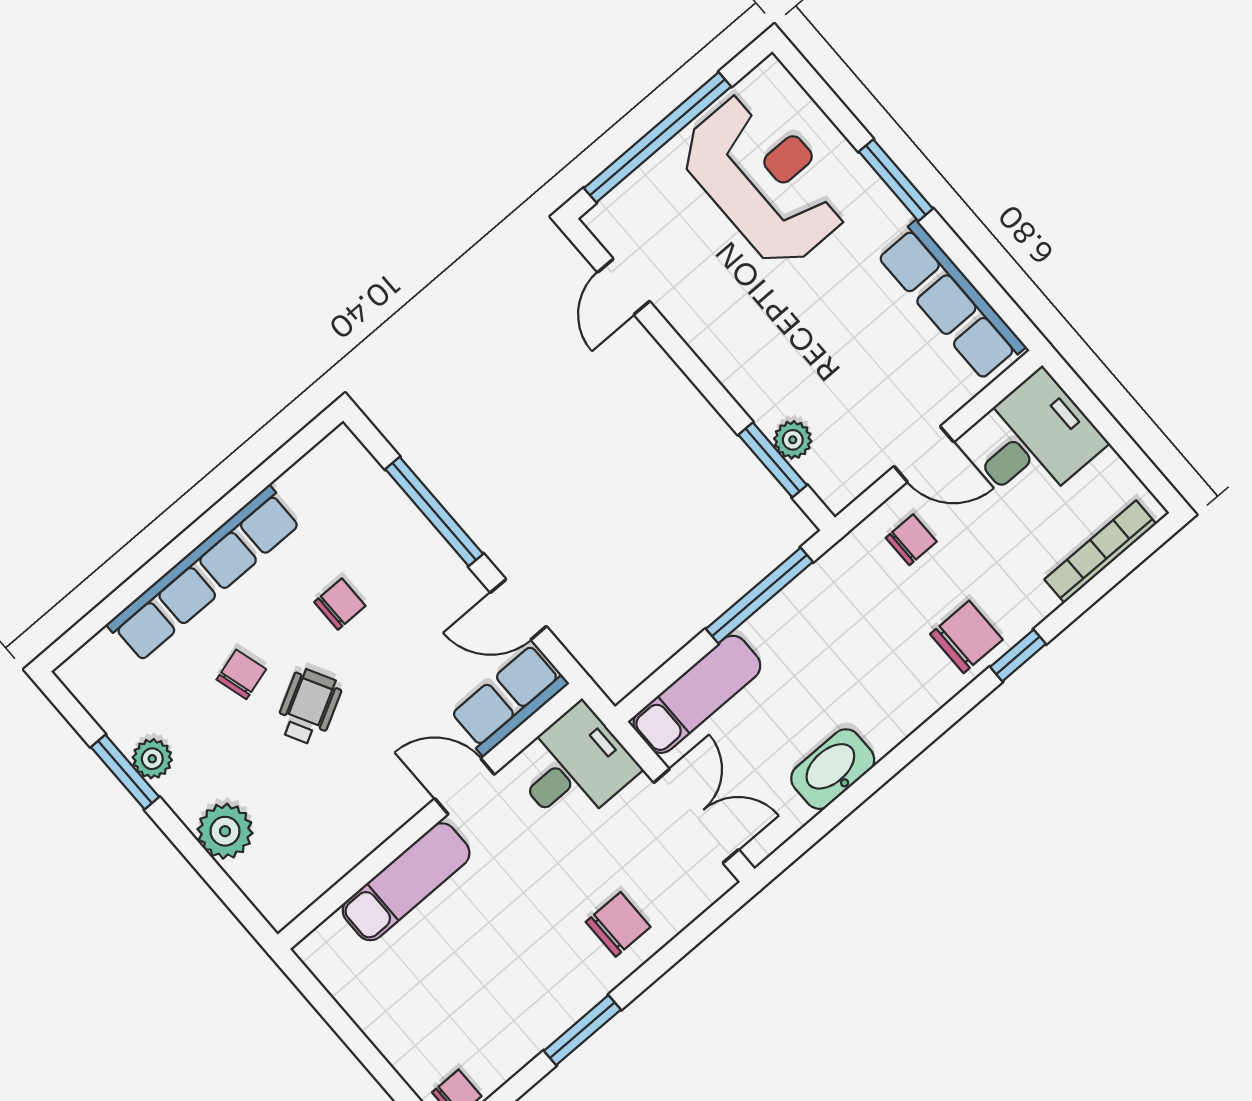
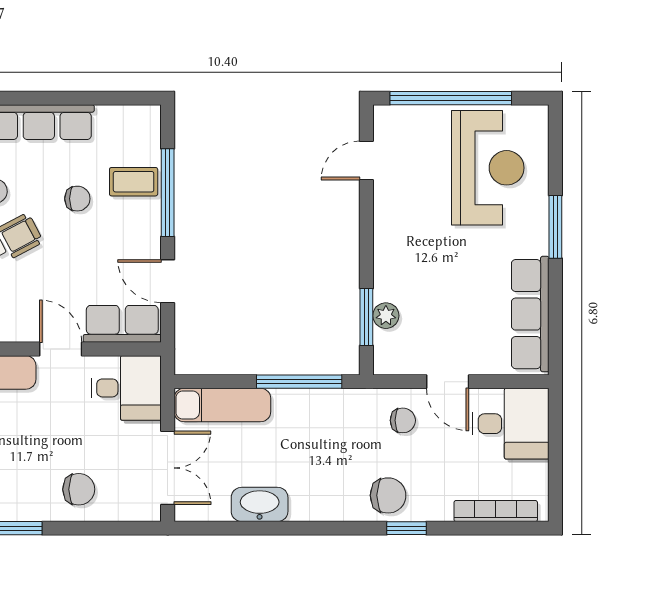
coffee table: (386, 532) -> (134, 182), added

